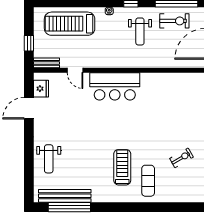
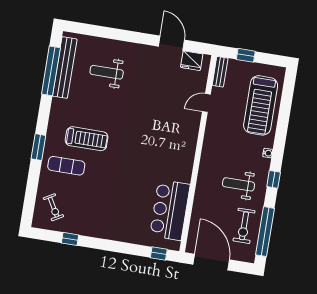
treadmill: (70, 24) -> (261, 105), turned 180
bar counter: (115, 86) -> (170, 210), moved
exercise bike: (181, 158) -> (53, 207), moved
weight bench: (49, 159) -> (107, 72), moved
window: (136, 207) -> (38, 147), added

